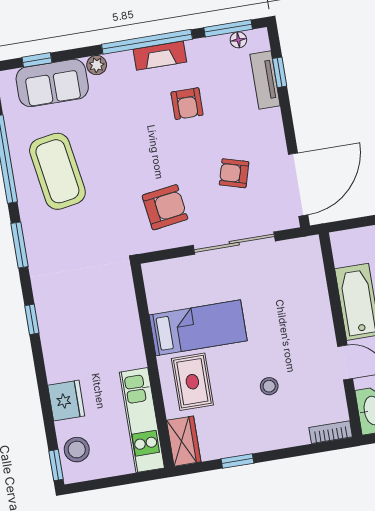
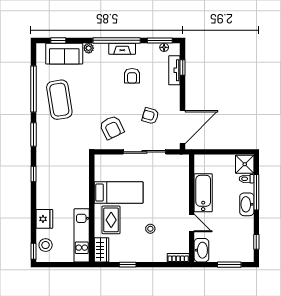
armchair: (165, 207) -> (112, 127), turned 72

